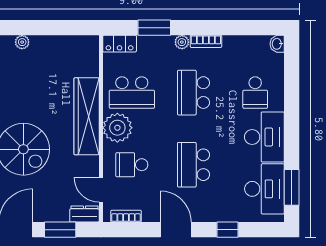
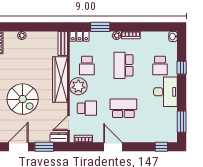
bench: (91, 56) -> (63, 44), added
school desk: (132, 93) -> (87, 65), width x0.54
window: (292, 96) -> (182, 68), added
school desk: (132, 165) -> (87, 108), turned 180
school desk: (193, 165) -> (123, 108), turned 90
desk: (264, 189) -> (166, 123), removed
door: (101, 190) -> (69, 123), hinge flipped
window: (227, 230) -> (161, 147), moved

